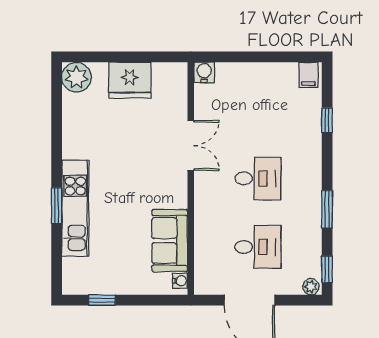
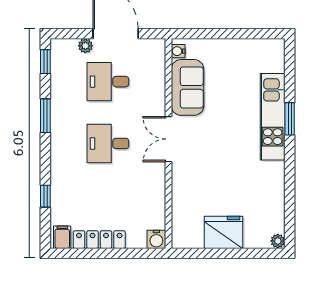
locker: (267, 72) -> (99, 240), added
plant: (77, 77) -> (278, 241), width x0.53, depth x0.53
double door: (191, 145) -> (168, 139), moved
plant: (311, 287) -> (85, 46), moved
window: (102, 300) -> (249, 34), removed

